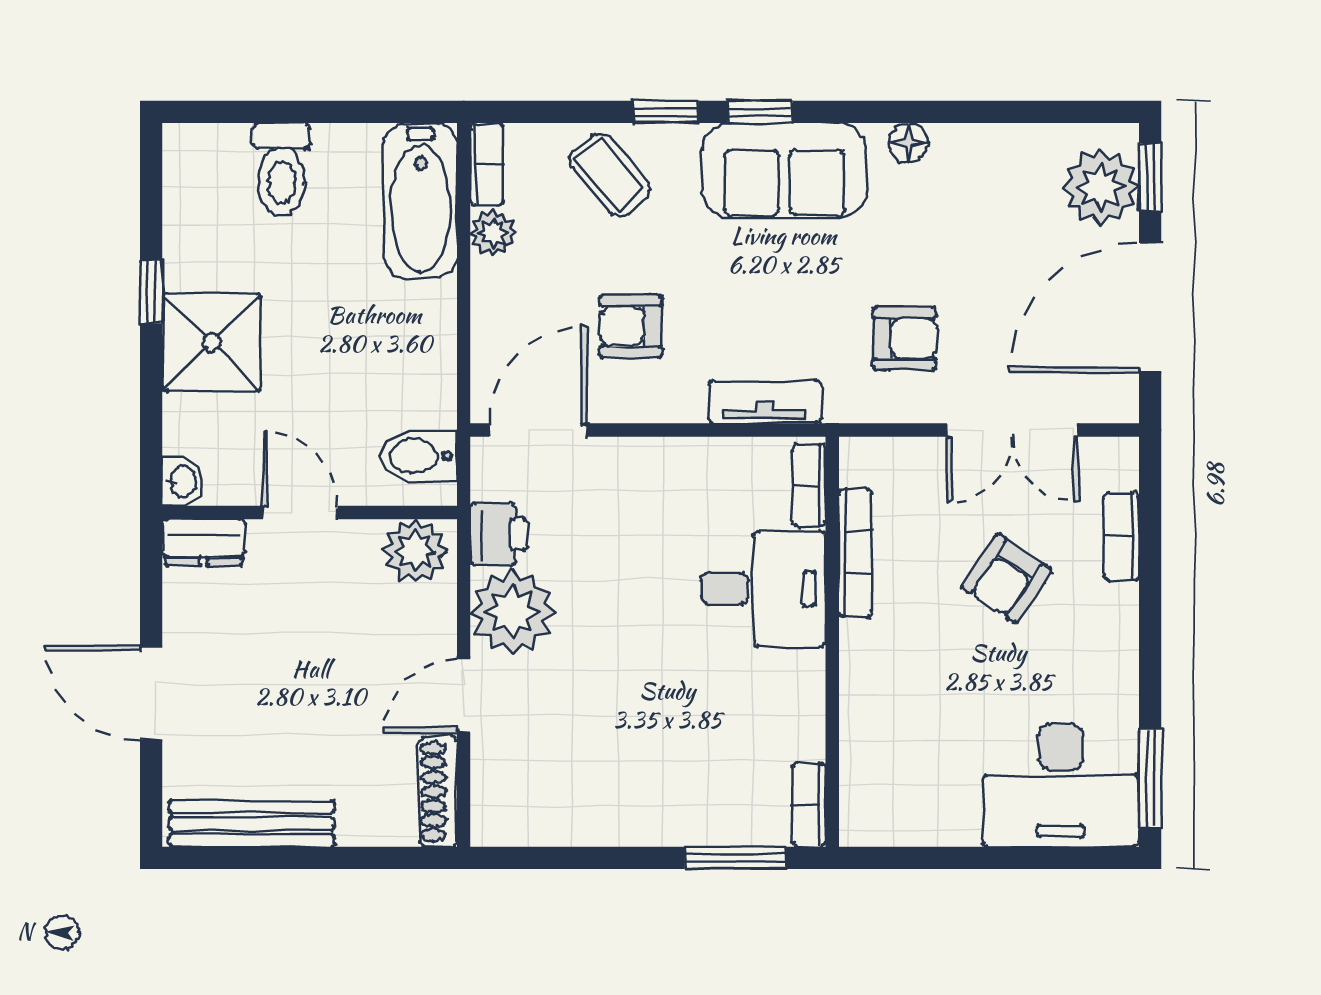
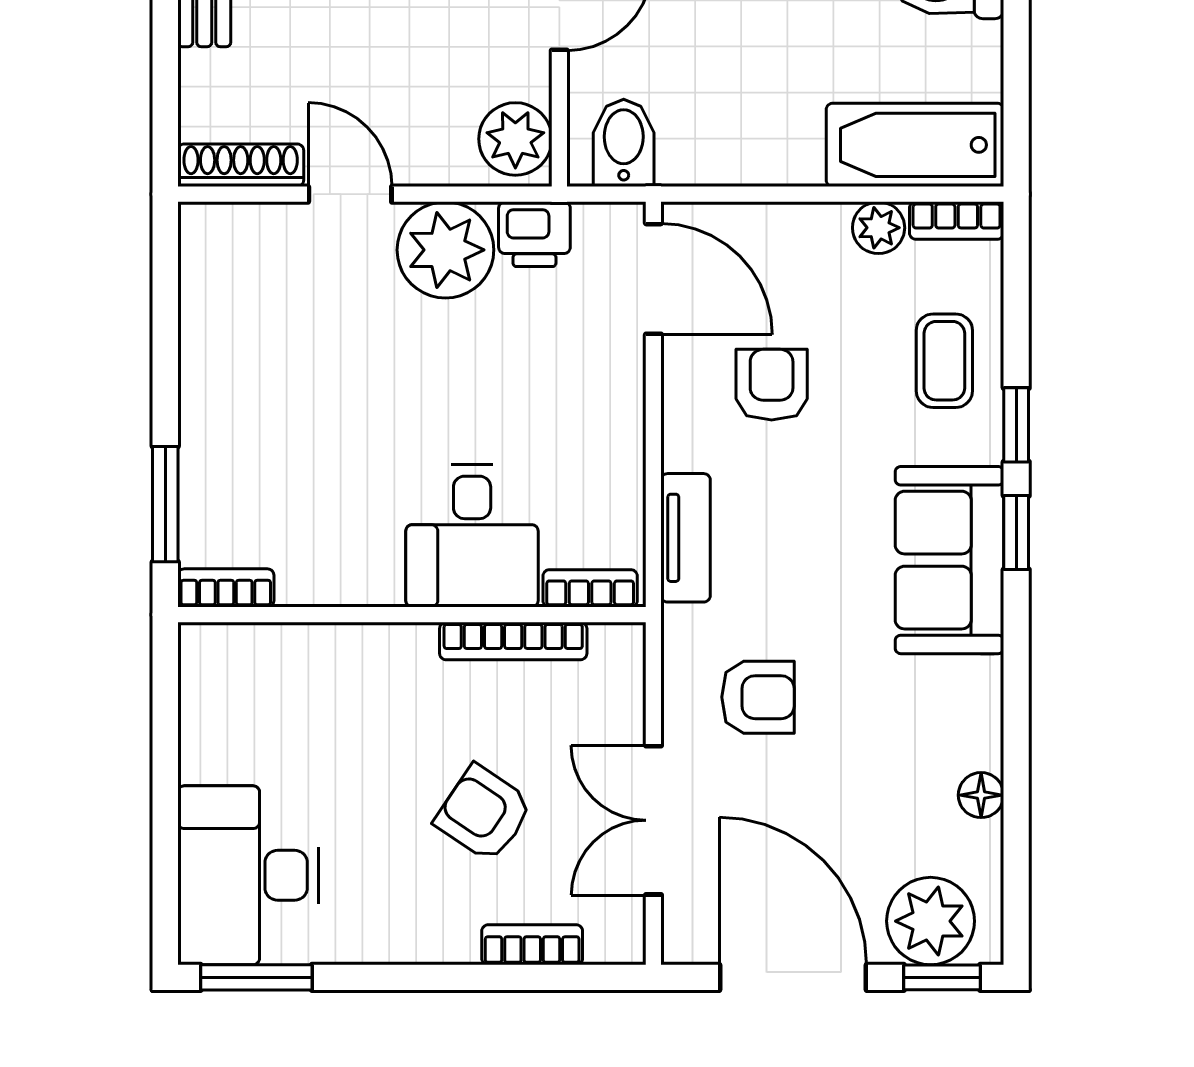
floor lamp: (908, 143) -> (981, 795), moved
coffee table: (610, 175) -> (944, 361), turned -50
armchair: (905, 338) -> (758, 697), turned -90

